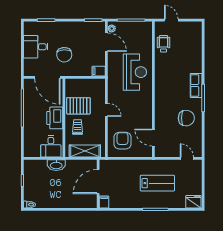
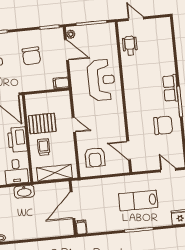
chair: (64, 55) -> (31, 56), moved
armchair: (122, 141) -> (95, 157), turned 180
lab bench: (157, 183) -> (138, 201), turned 180

